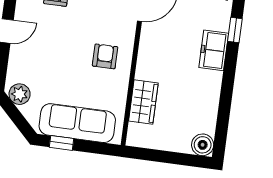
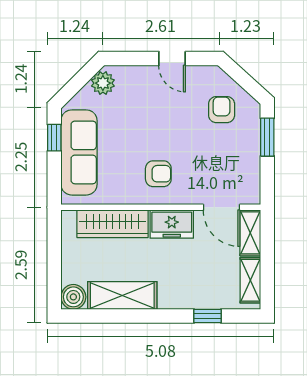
freezer: (214, 50) -> (172, 224), moved, turned 180
wardrobe: (143, 102) -> (113, 224), width x1.50
shelving: (207, 102) -> (122, 295), added

